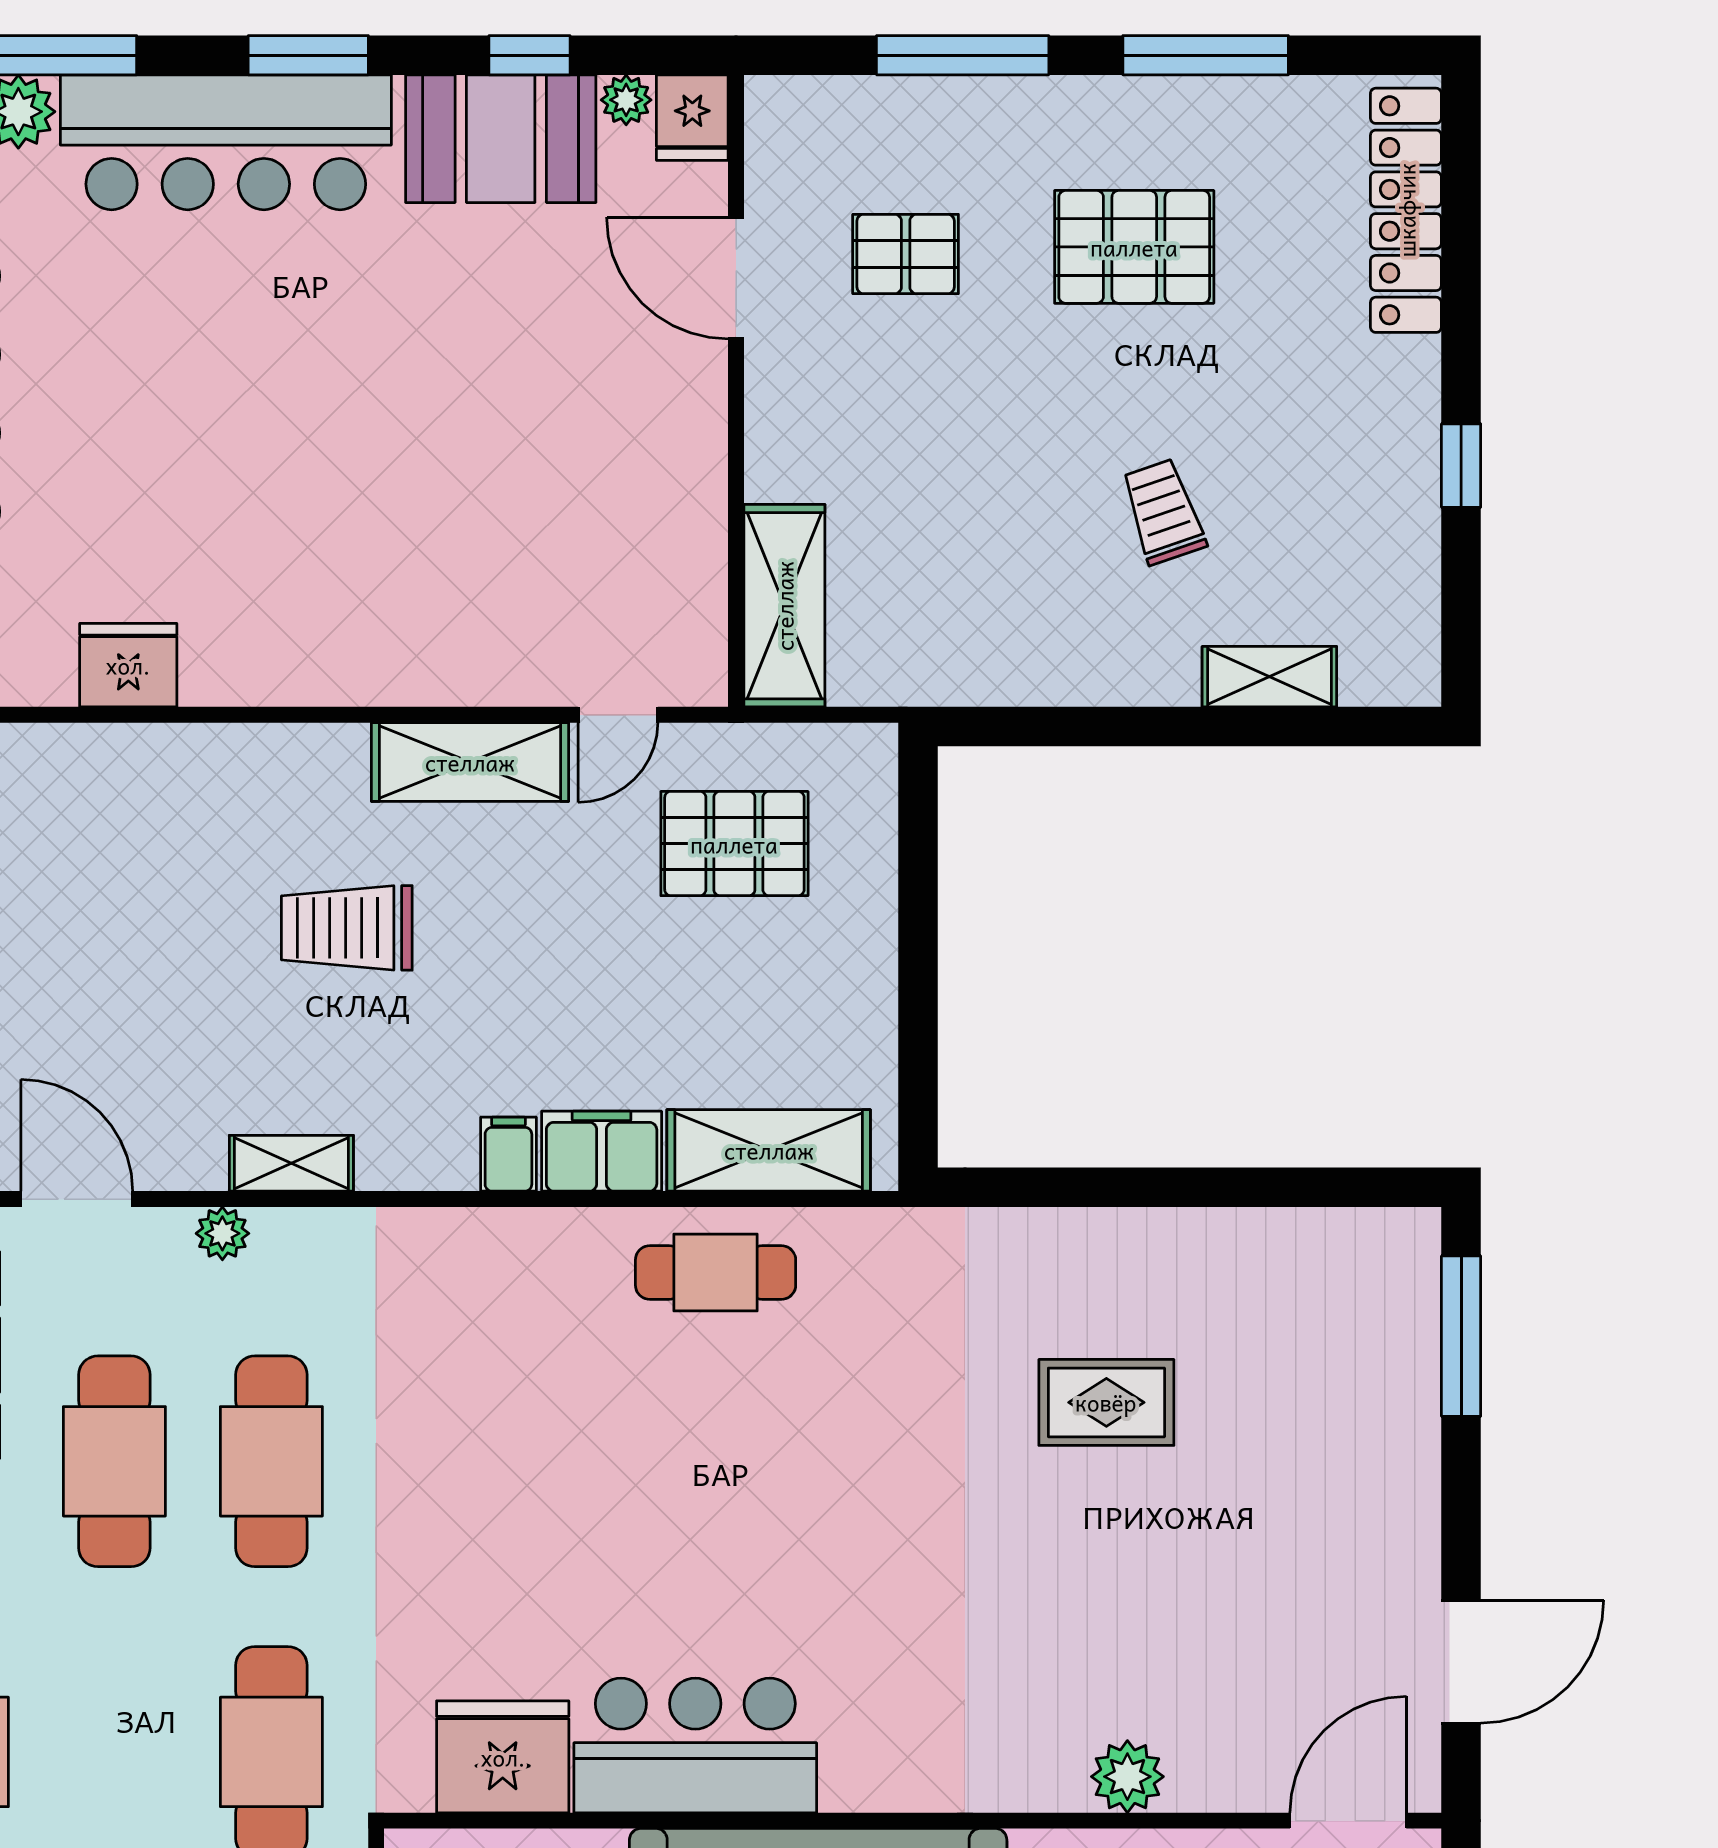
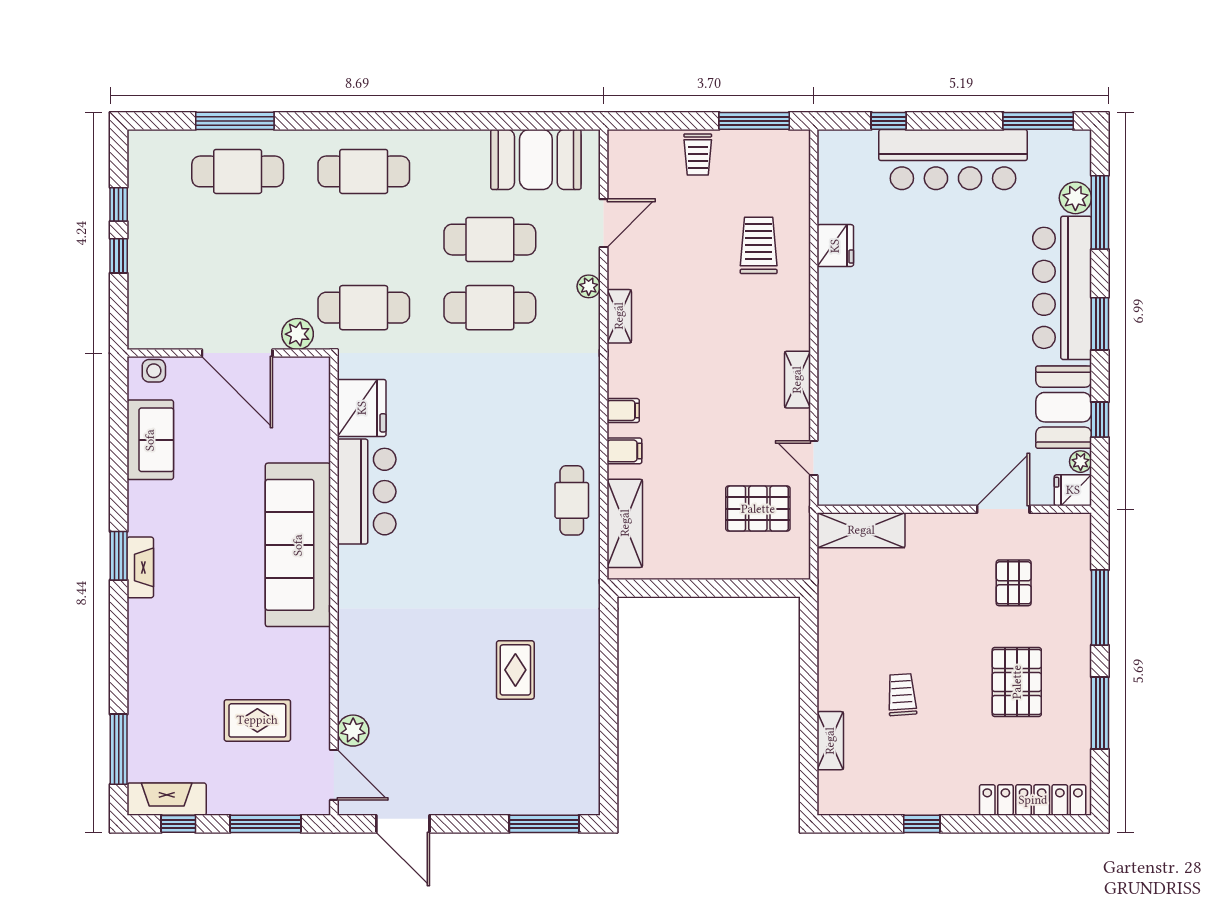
trolley: (1163, 512) -> (902, 695), turned -75
shelving: (470, 762) -> (797, 380), width x0.67, depth x0.75
pallet: (734, 844) -> (758, 509), turned 90
trolley: (347, 928) -> (759, 245), moved
filing cabinet: (602, 1151) -> (624, 451), width x0.50
plant: (1127, 1777) -> (353, 731), moved

